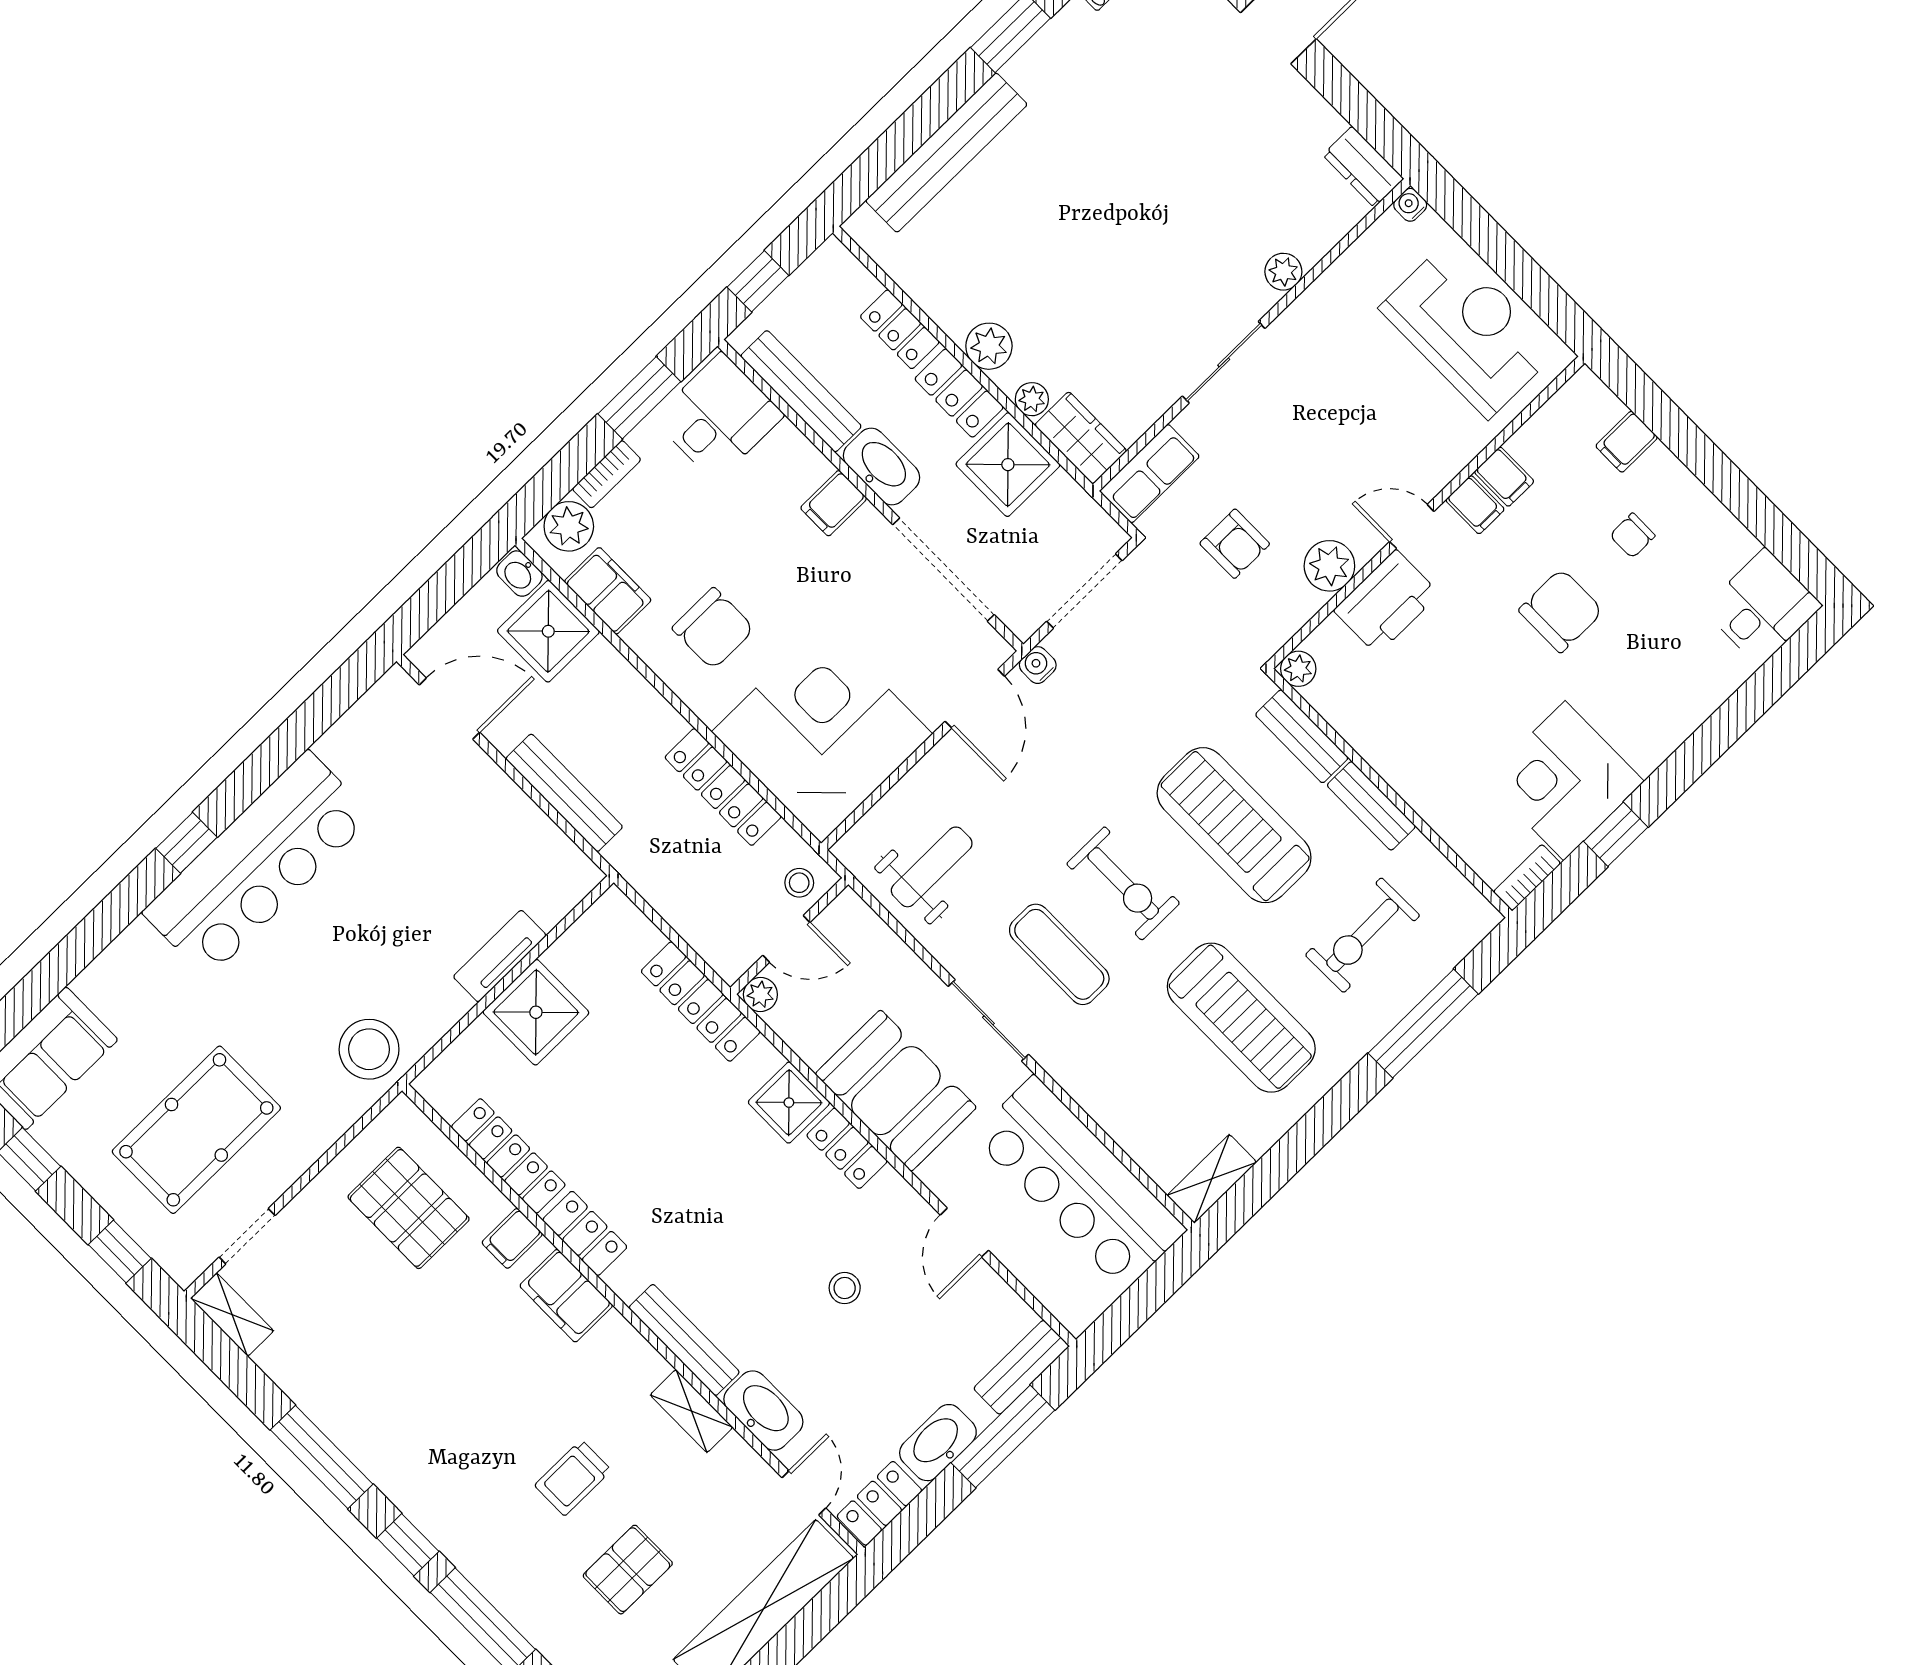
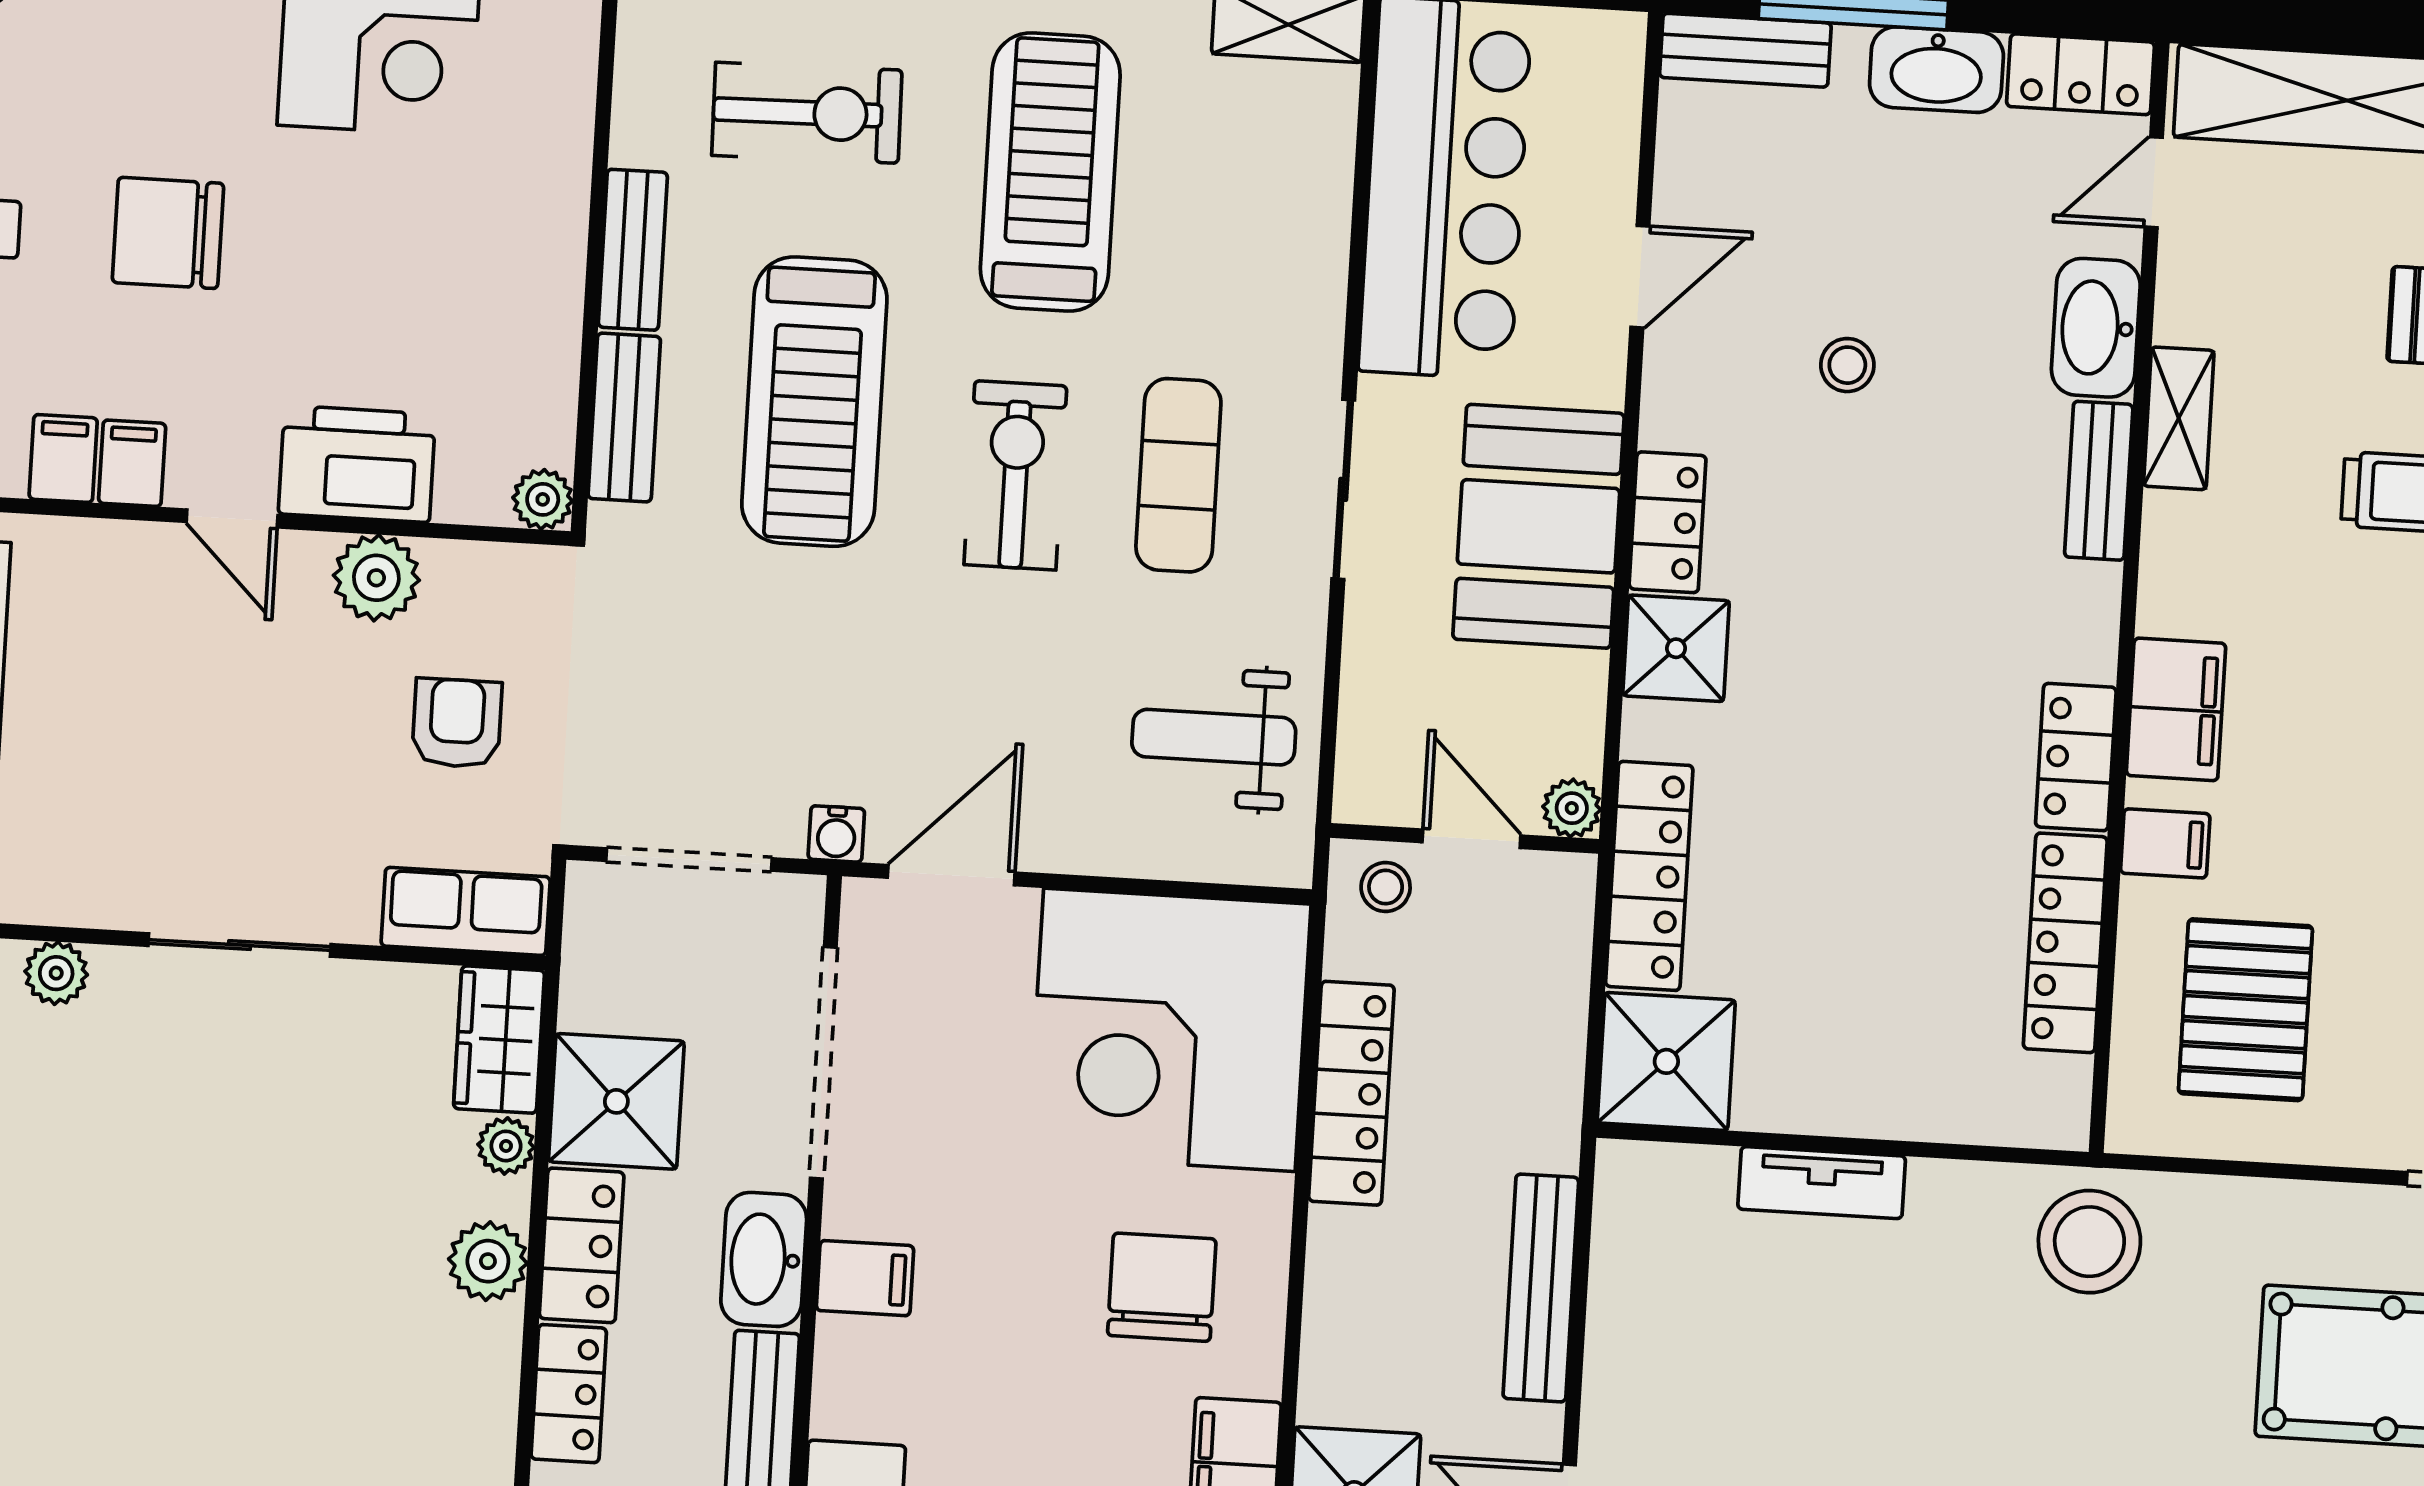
shower: (536, 1012) -> (1666, 1061), moved
bench: (684, 1340) -> (2099, 481), width x0.73

